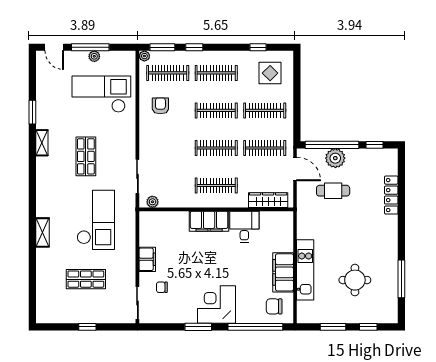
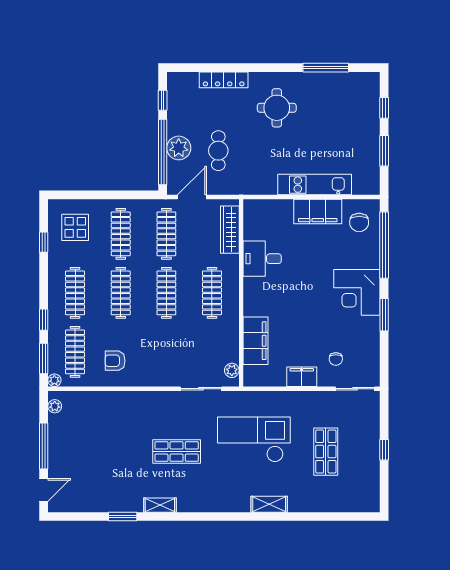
plant: (94, 56) -> (55, 406), moved
checkout: (101, 94) -> (101, 433), removed
filing cabinet: (209, 221) -> (255, 341), moved
round table: (355, 280) -> (277, 108), moved

